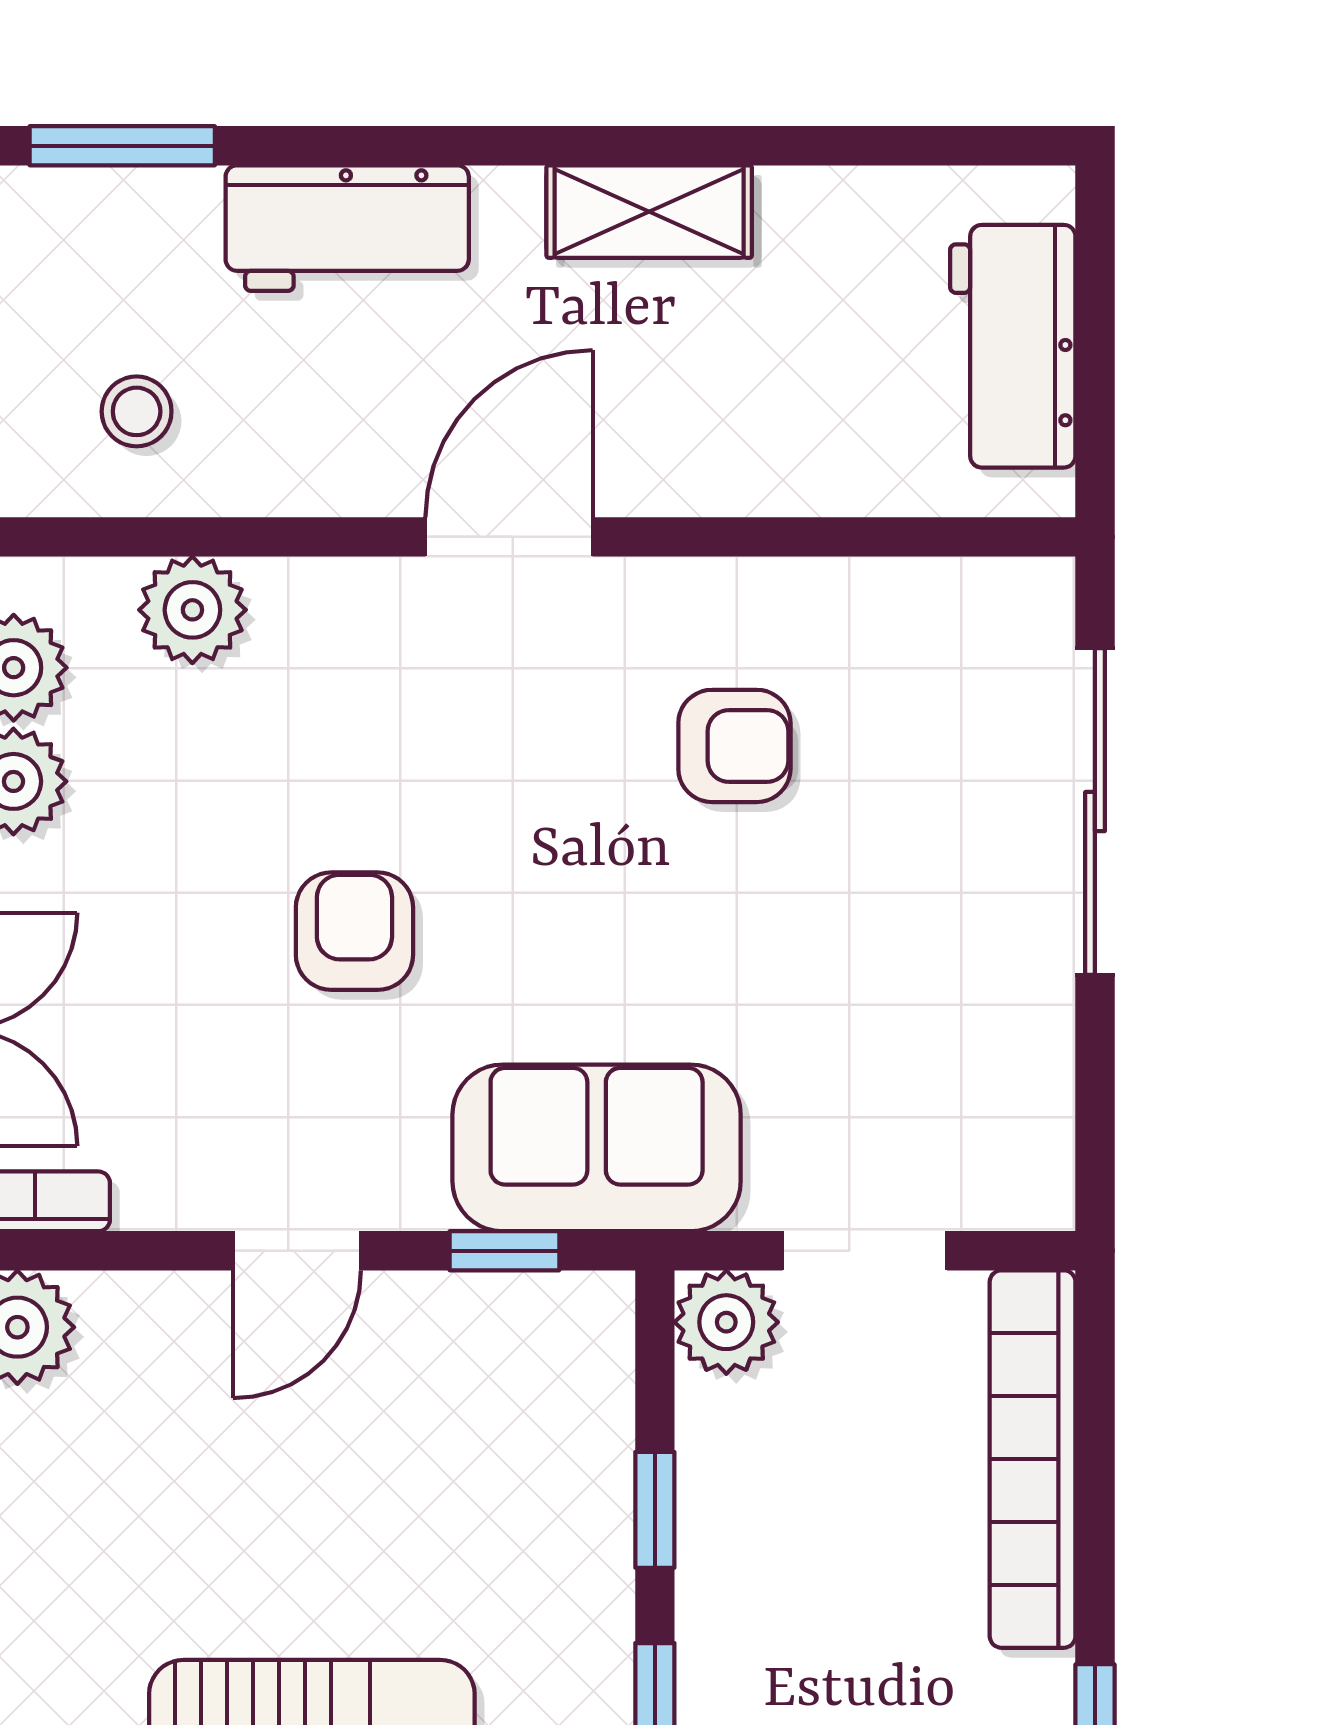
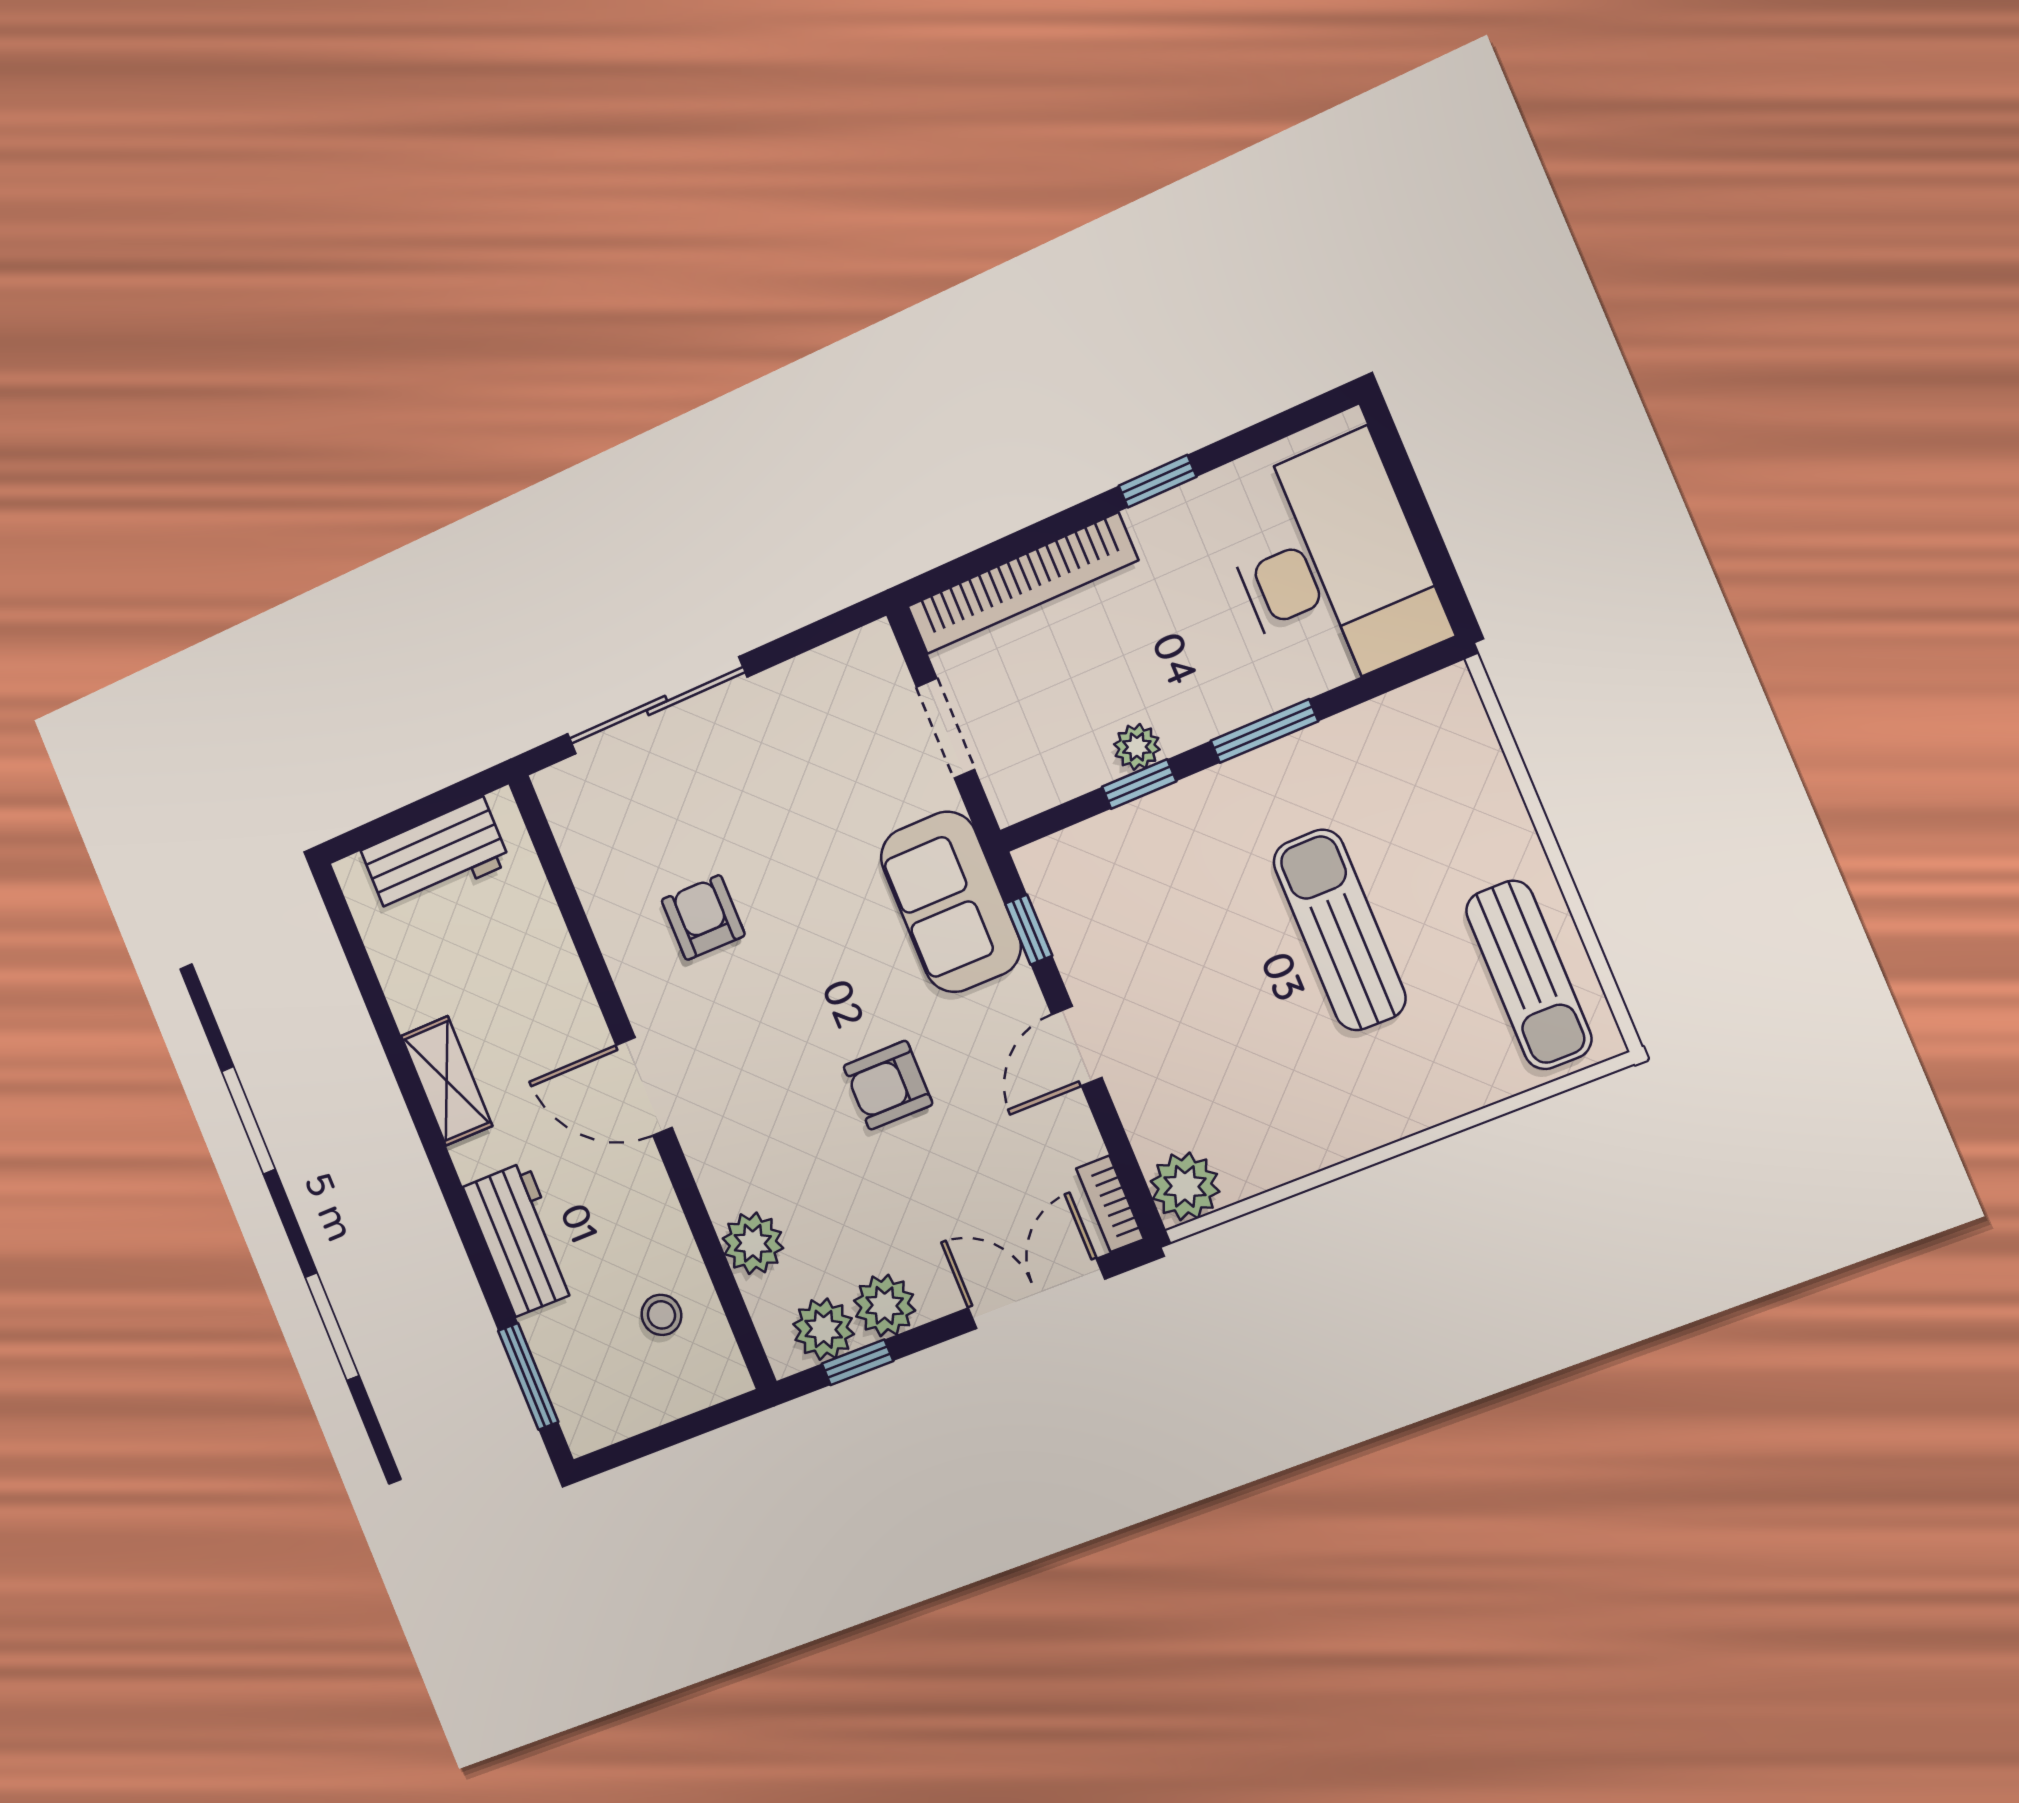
door: (297, 1251) -> (1077, 1046), swing flipped
plant: (726, 1322) -> (1137, 747), moved, width x0.73, depth x0.73

